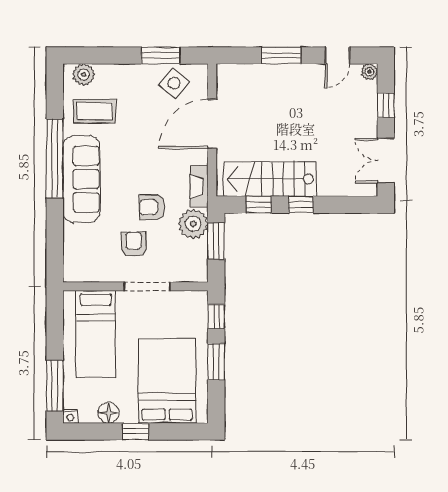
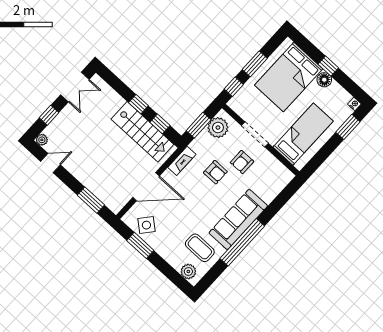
window: (281, 55) -> (91, 200), moved
plant: (193, 224) -> (218, 128), moved
window: (55, 385) -> (348, 127), width x0.69
floor lamp: (108, 413) -> (324, 80), moved

